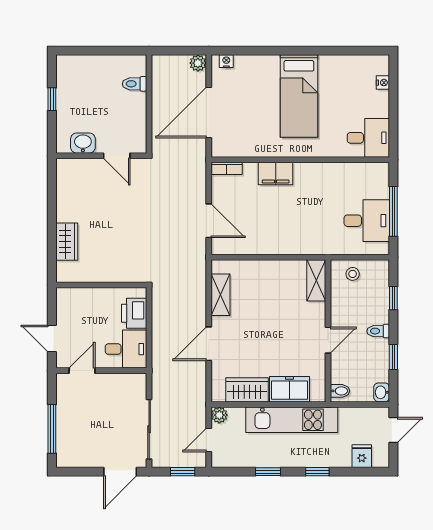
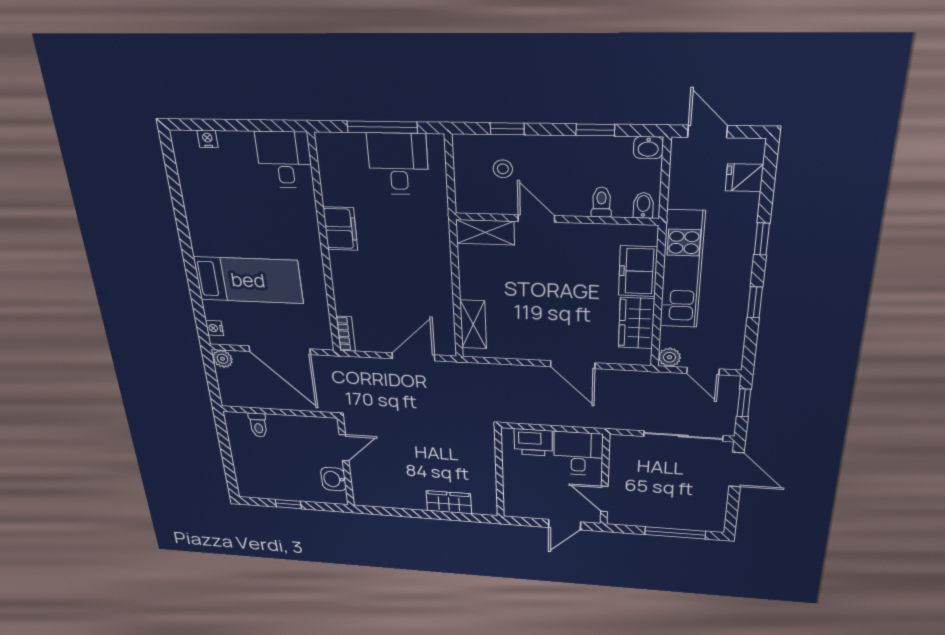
bed: (299, 96) -> (248, 280), moved
filing cabinet: (276, 174) -> (340, 229), moved
stool: (353, 274) -> (503, 169), moved
shelving: (220, 295) -> (473, 324), moved, turned 90
toilet: (378, 331) -> (601, 202), moved, turned 180
door: (328, 340) -> (536, 219), moved

